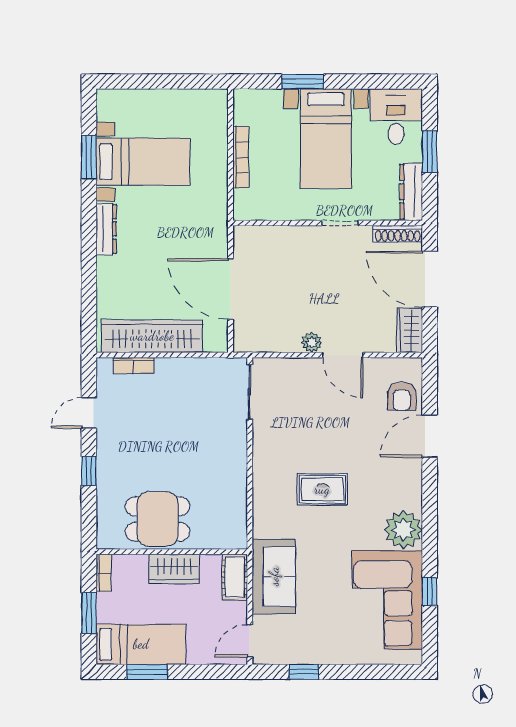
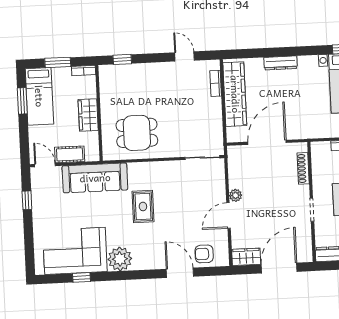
dresser: (106, 229) -> (280, 63), moved
shoe rack: (398, 234) -> (303, 168), moved
window: (89, 471) -> (122, 59), moved
dining table: (157, 519) -> (137, 133), moved, turned 90
sofa: (274, 576) -> (95, 178), width x1.36
cot: (235, 577) -> (70, 154), moved

